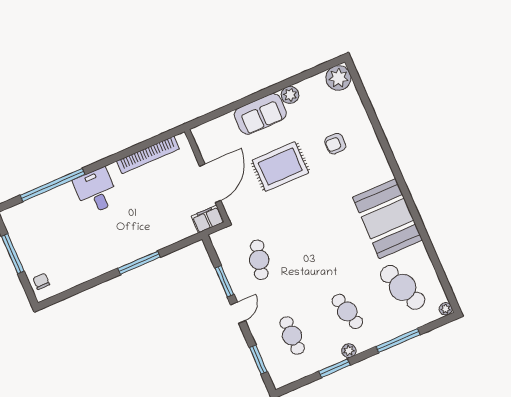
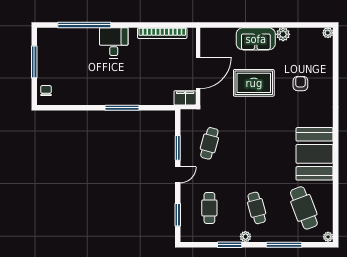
plant: (338, 78) -> (328, 33), width x0.53, depth x0.53
armchair: (335, 144) -> (300, 84), turned 90

